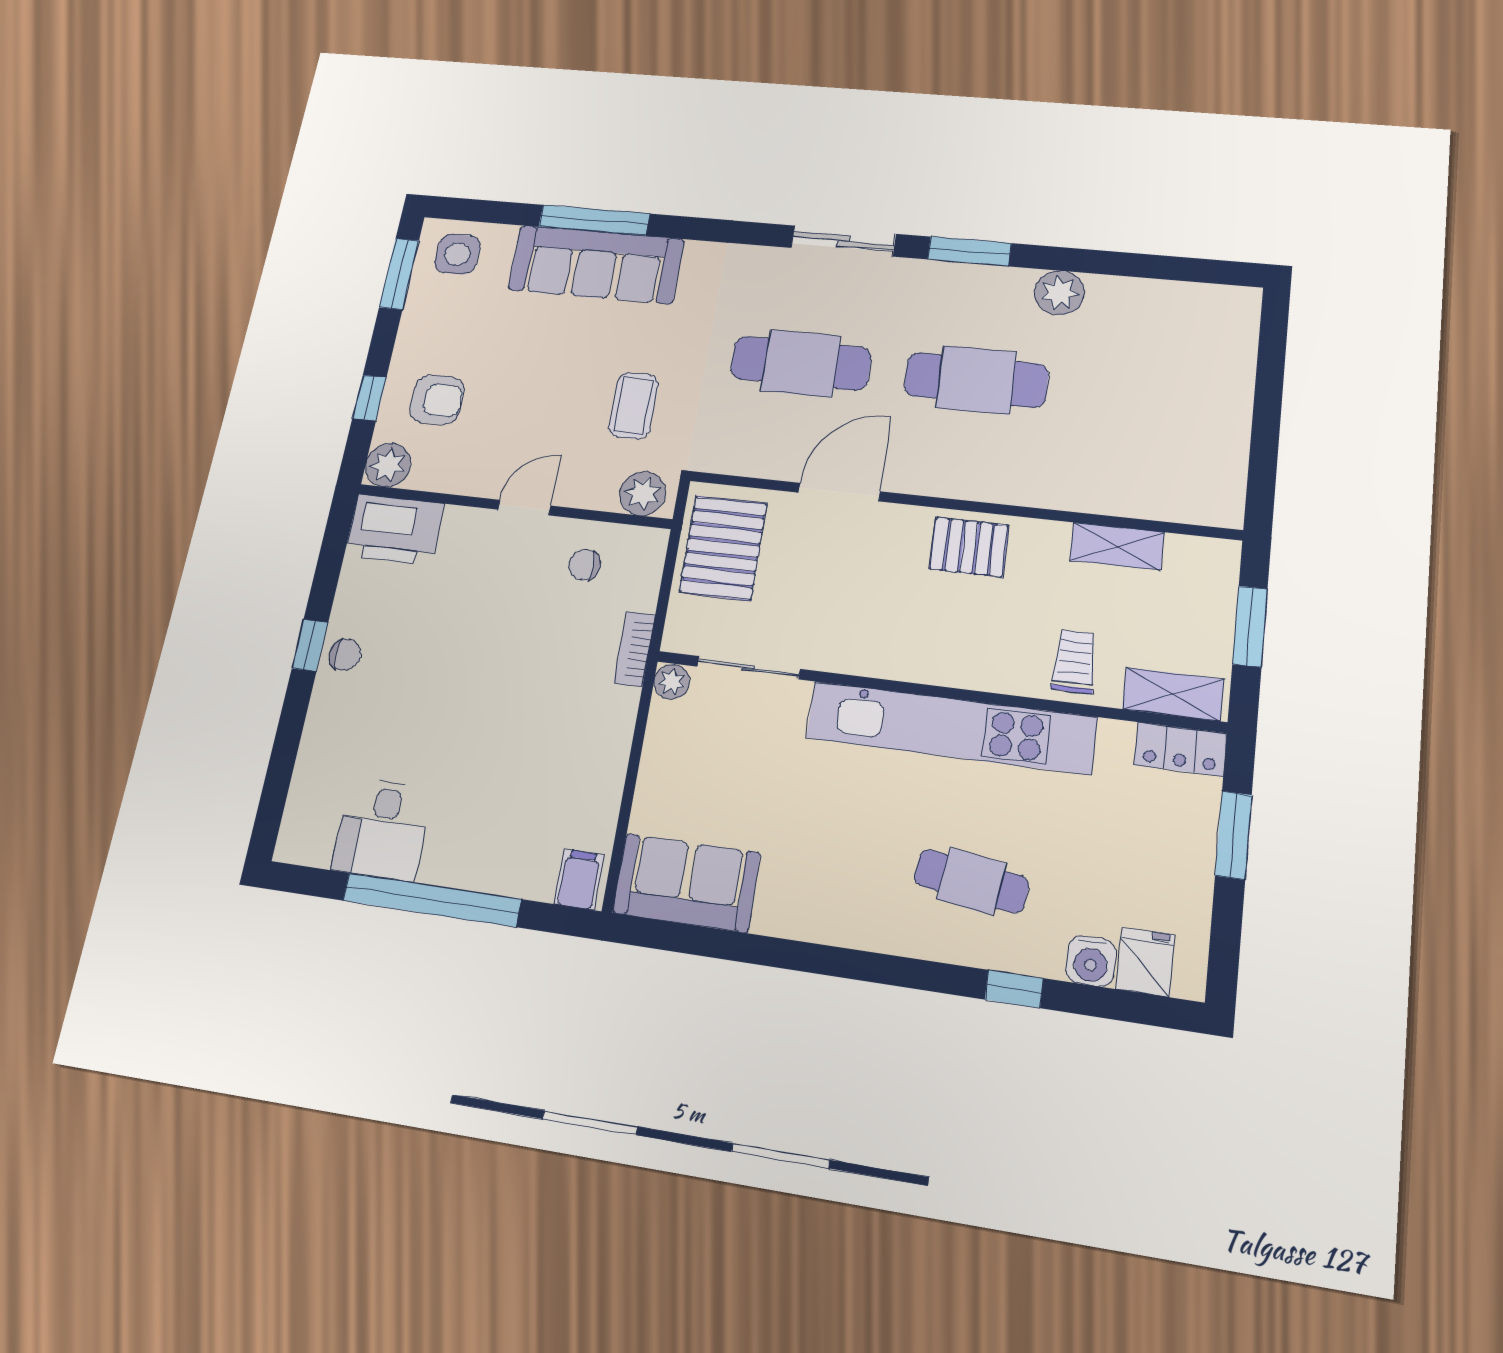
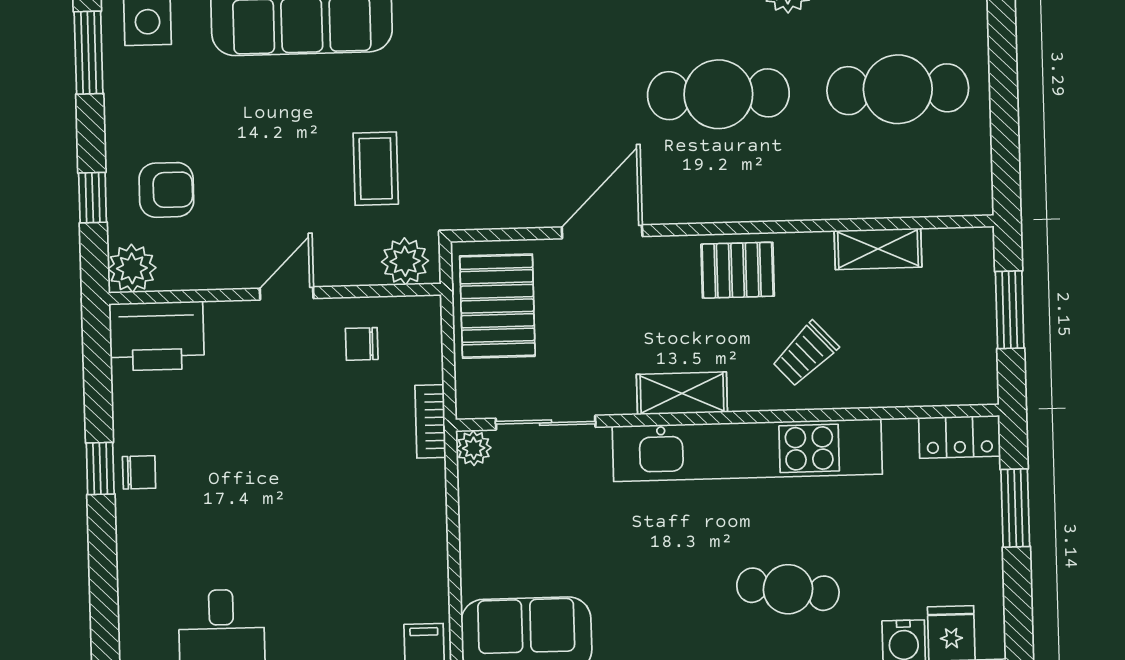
cafe table: (801, 363) -> (898, 89), moved
trolley: (1075, 661) -> (805, 354), moved, turned -133
shelving: (1173, 694) -> (682, 393), moved

